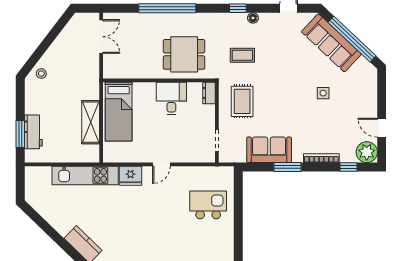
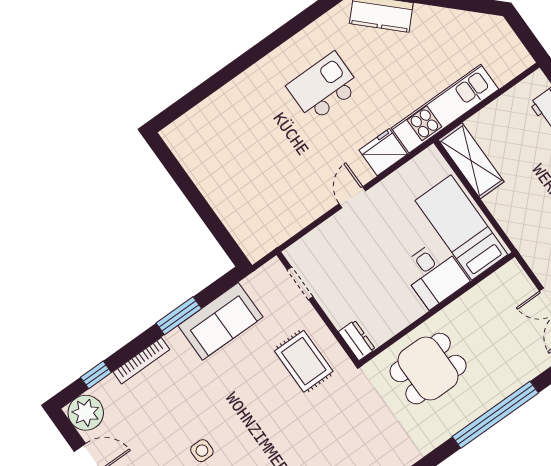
coffee table: (242, 55) -> (348, 424), removed
desk: (171, 98) -> (434, 274), moved
shelving: (91, 122) -> (471, 161), moved
kitchen island: (208, 205) -> (323, 87), moved, turned 180

